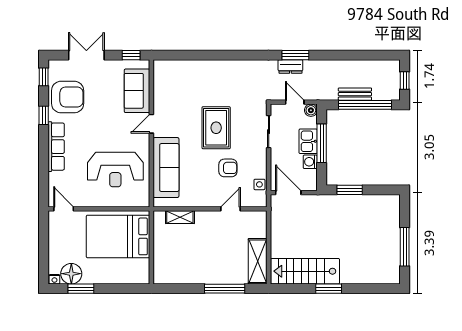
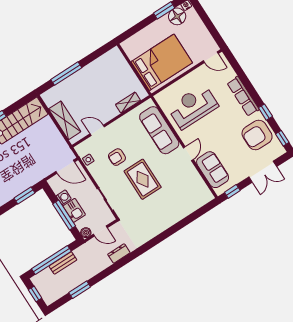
window: (295, 55) -> (80, 290), moved
door: (230, 209) -> (97, 130), swing flipped
shelving: (258, 261) -> (65, 120), moved

